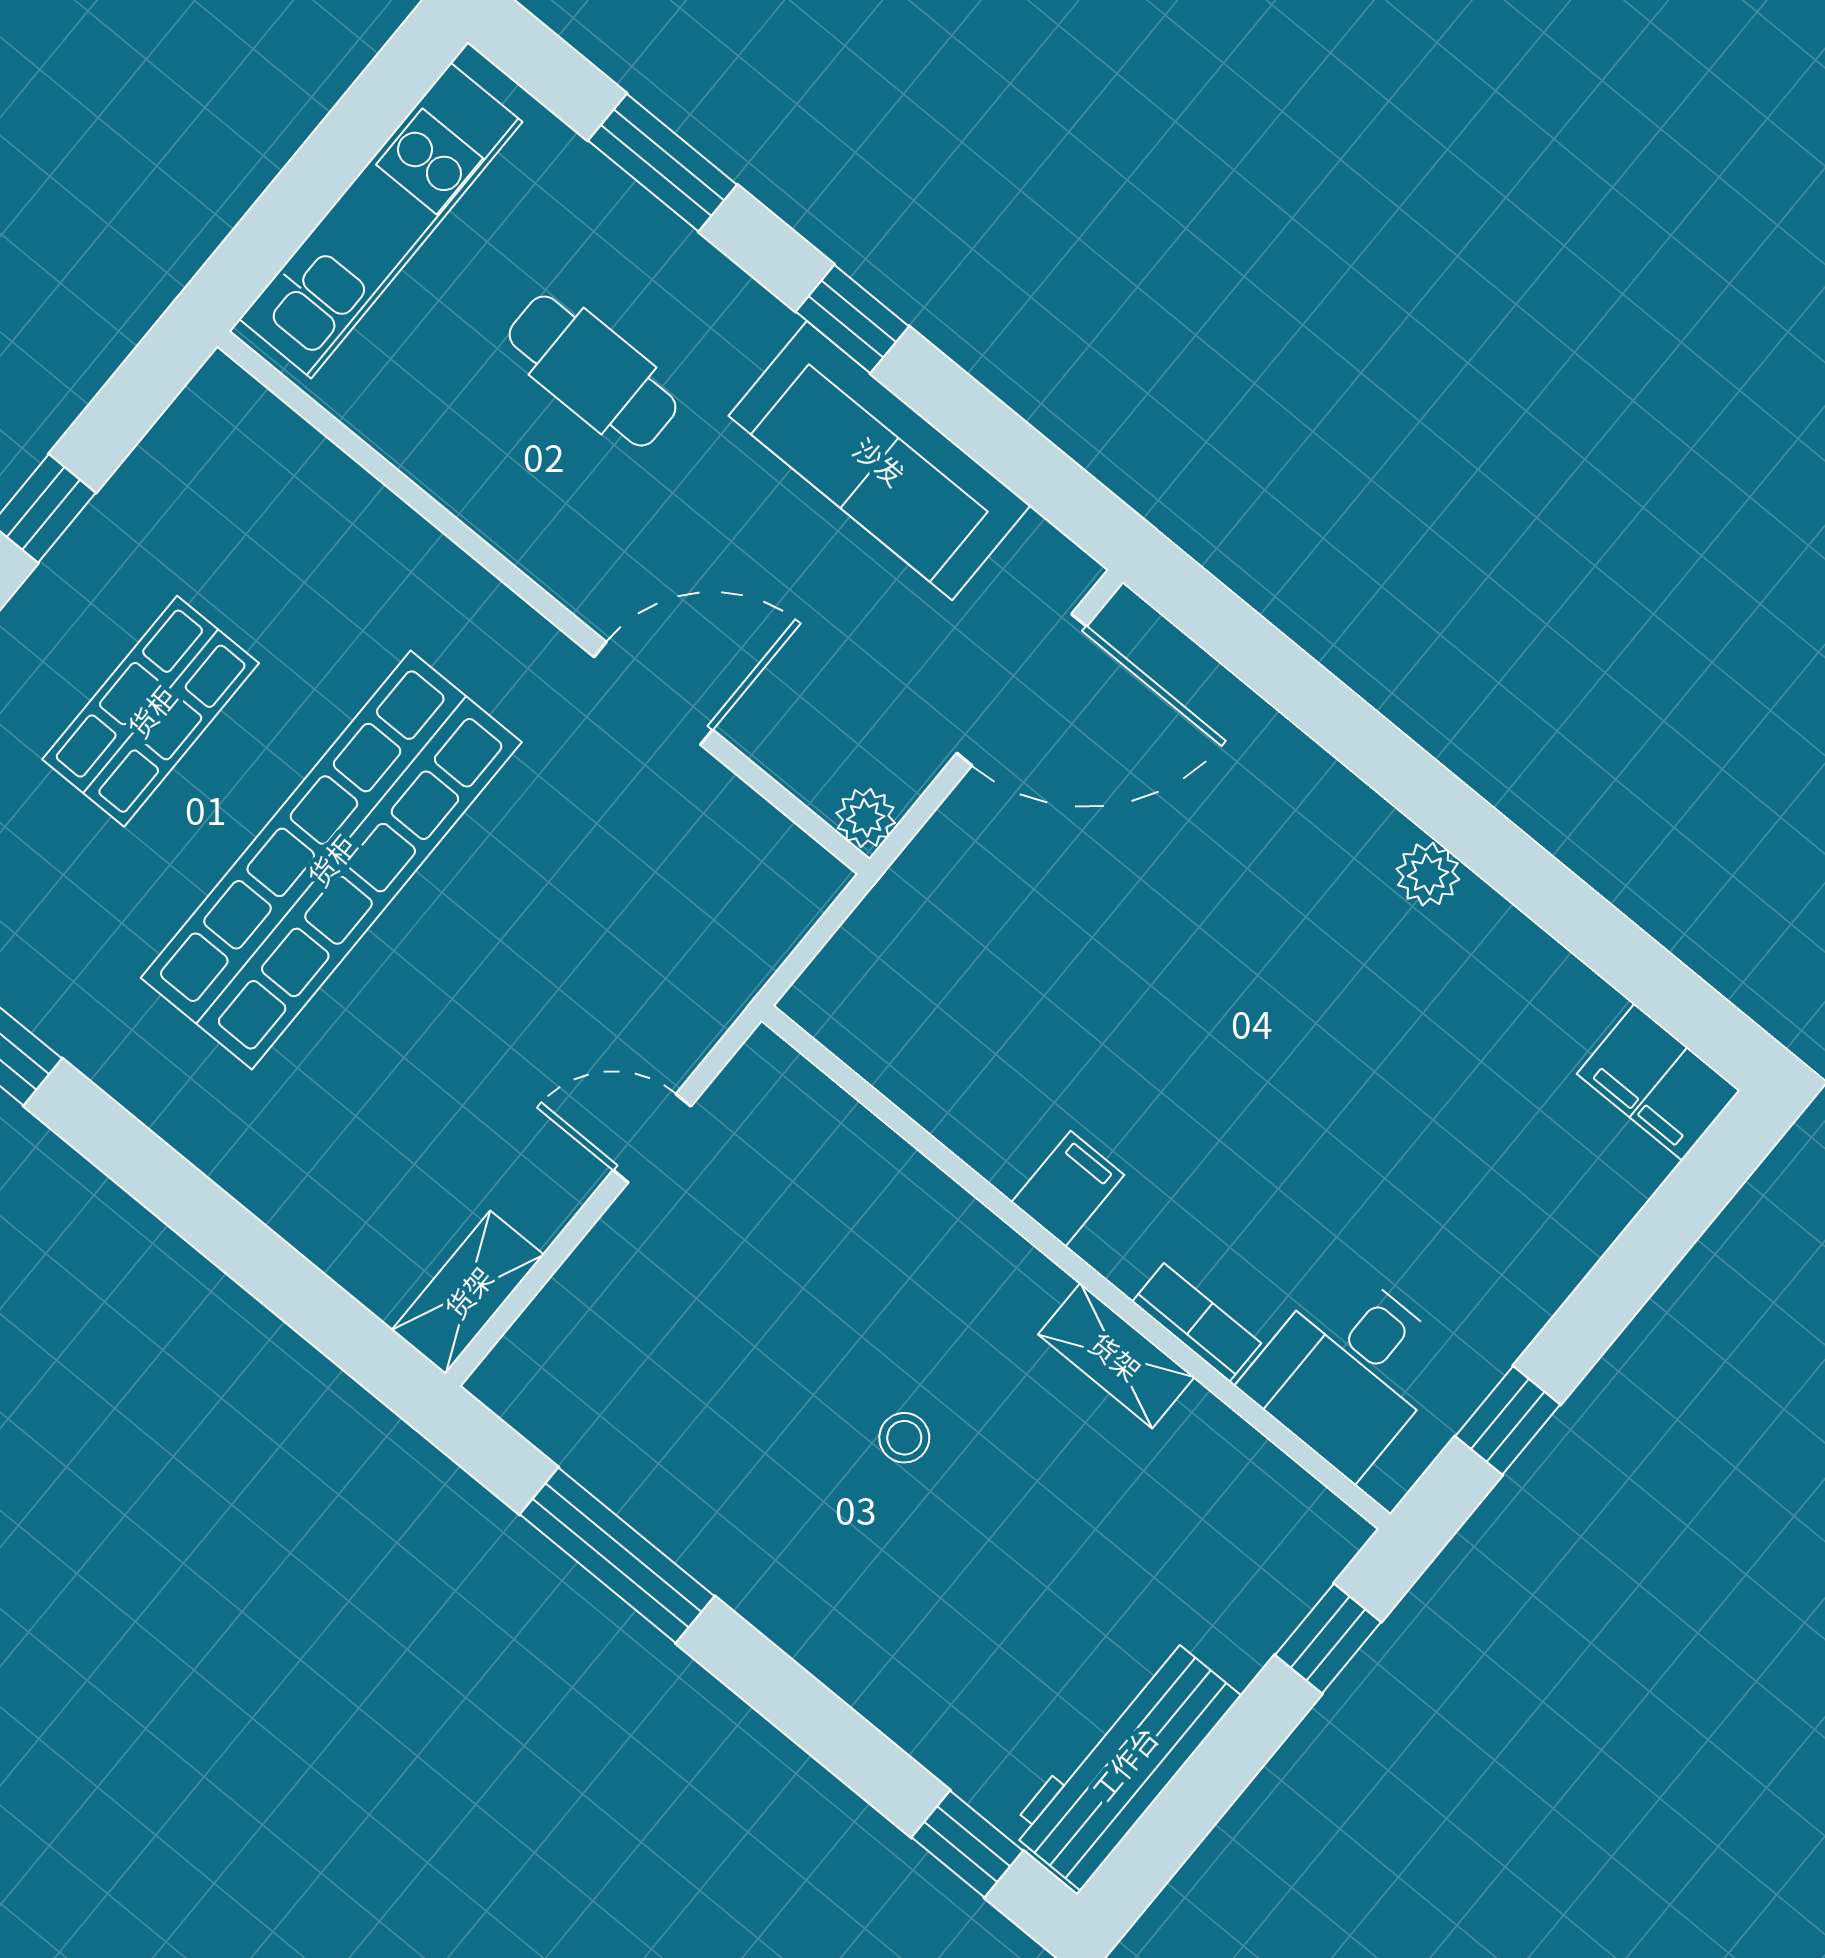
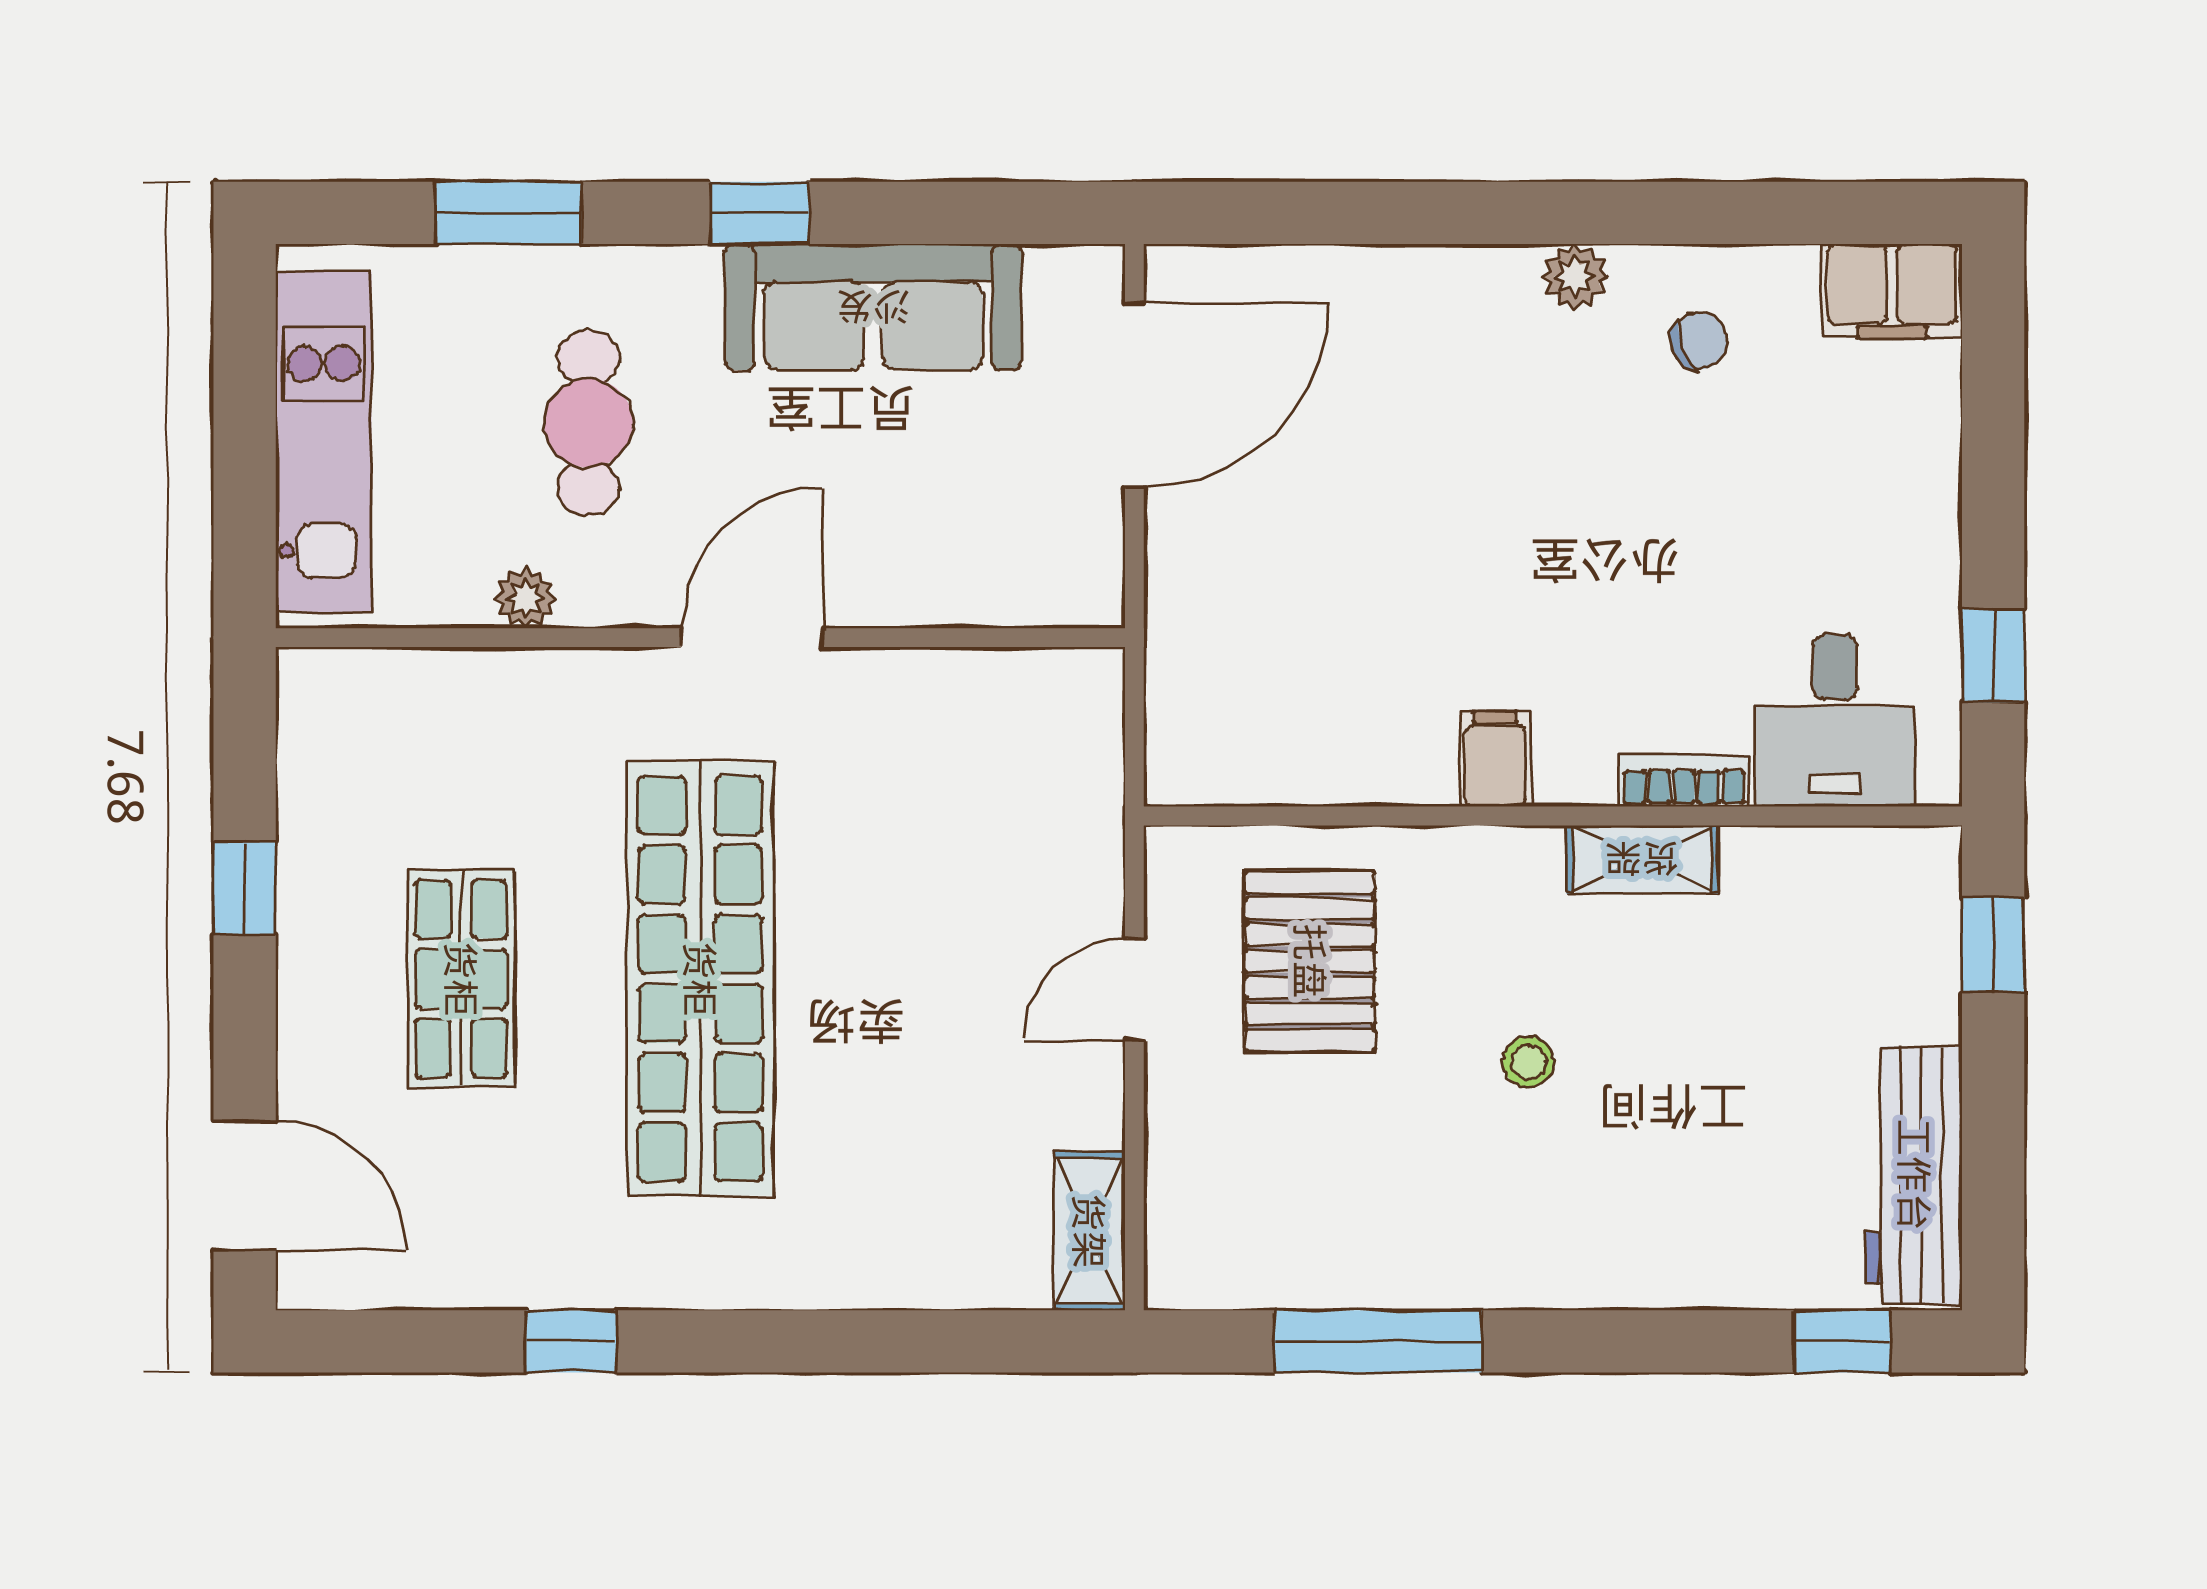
cafe table: (593, 371) -> (588, 423), turned 90
door: (653, 693) -> (752, 638), moved
plant: (866, 818) -> (525, 598), moved
chair: (1481, 1000) -> (1699, 341), added
pallet: (802, 1226) -> (1310, 961), added

